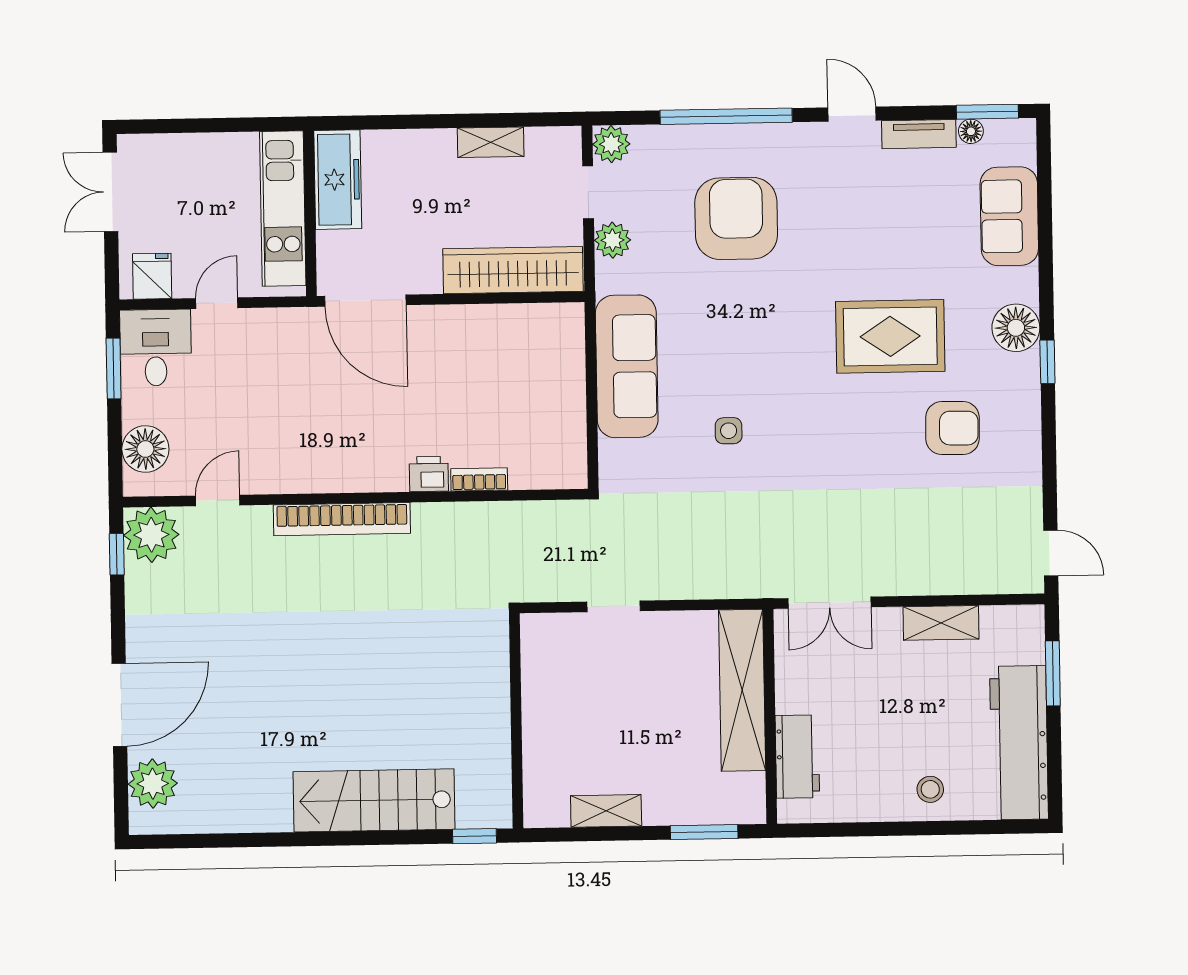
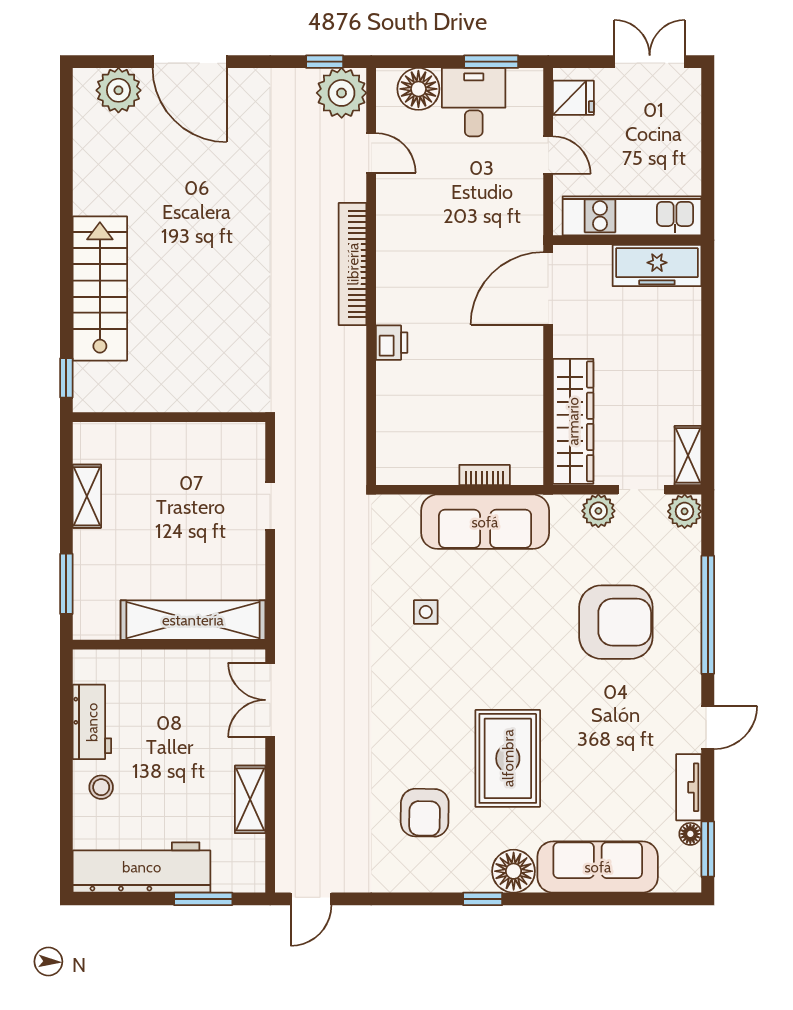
shelving: (491, 142) -> (688, 455), moved
sofa: (1009, 216) -> (598, 867), width x1.36
desk: (156, 348) -> (474, 102), moved, turned -90
bookcase: (479, 479) -> (485, 475), moved, turned -90
workbench: (797, 757) -> (92, 722), moved, turned -90

